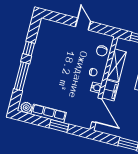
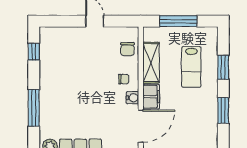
window: (29, 49) -> (34, 52), moved
door: (97, 110) -> (141, 126), hinge flipped

